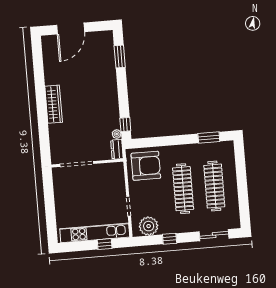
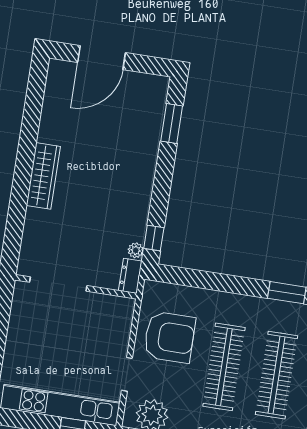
armchair: (146, 166) -> (170, 337), moved

